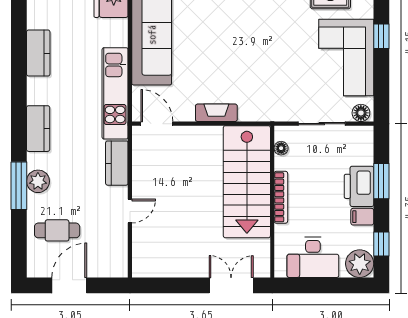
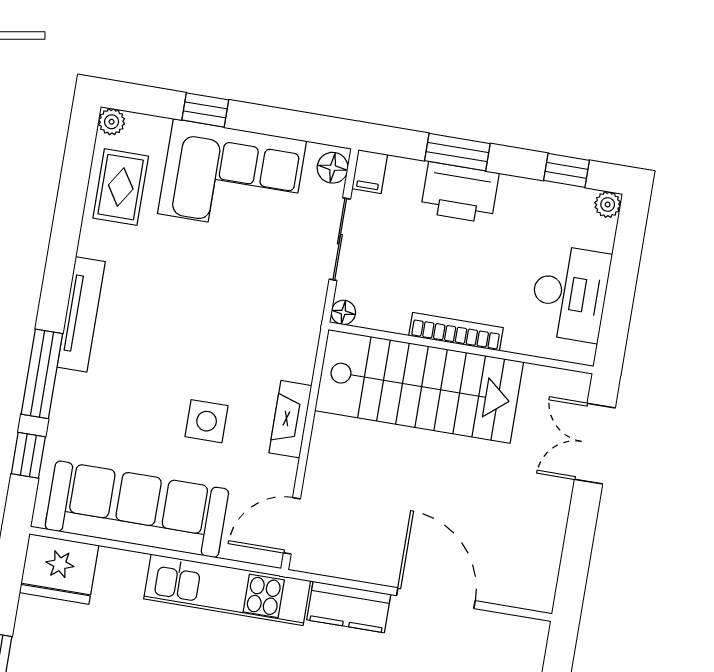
side table: (207, 66) -> (207, 421), added
floor lamp: (281, 148) -> (343, 312), moved
door: (130, 211) -> (436, 598), width x1.88
filing cabinet: (362, 217) -> (370, 172), moved
plant: (360, 264) -> (608, 204), width x0.53, depth x0.53

